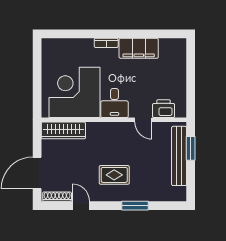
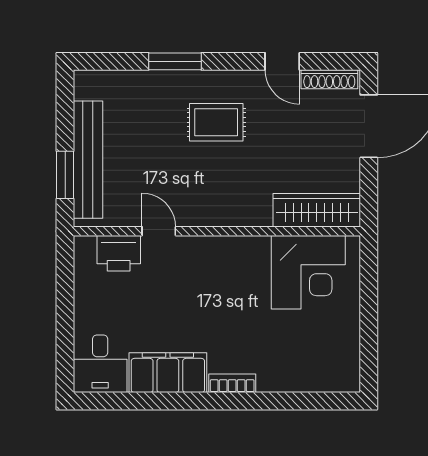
corner desk: (74, 92) -> (308, 272), width x0.74, depth x0.74
desk: (114, 103) -> (100, 364), moved, turned 180

